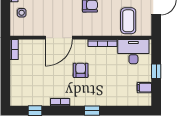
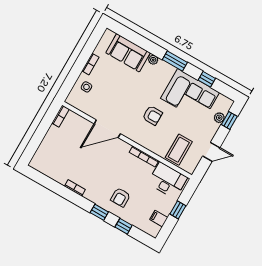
armchair: (81, 70) -> (120, 197), moved, turned 180
window: (35, 111) -> (124, 226), moved

